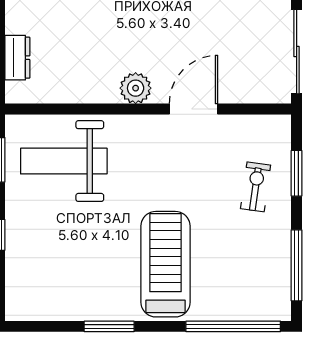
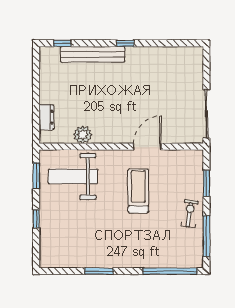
plant: (136, 88) -> (83, 135), moved
exercise bike: (256, 187) -> (190, 214), moved
treadmill: (166, 264) -> (138, 191), moved, width x0.73, depth x0.73

